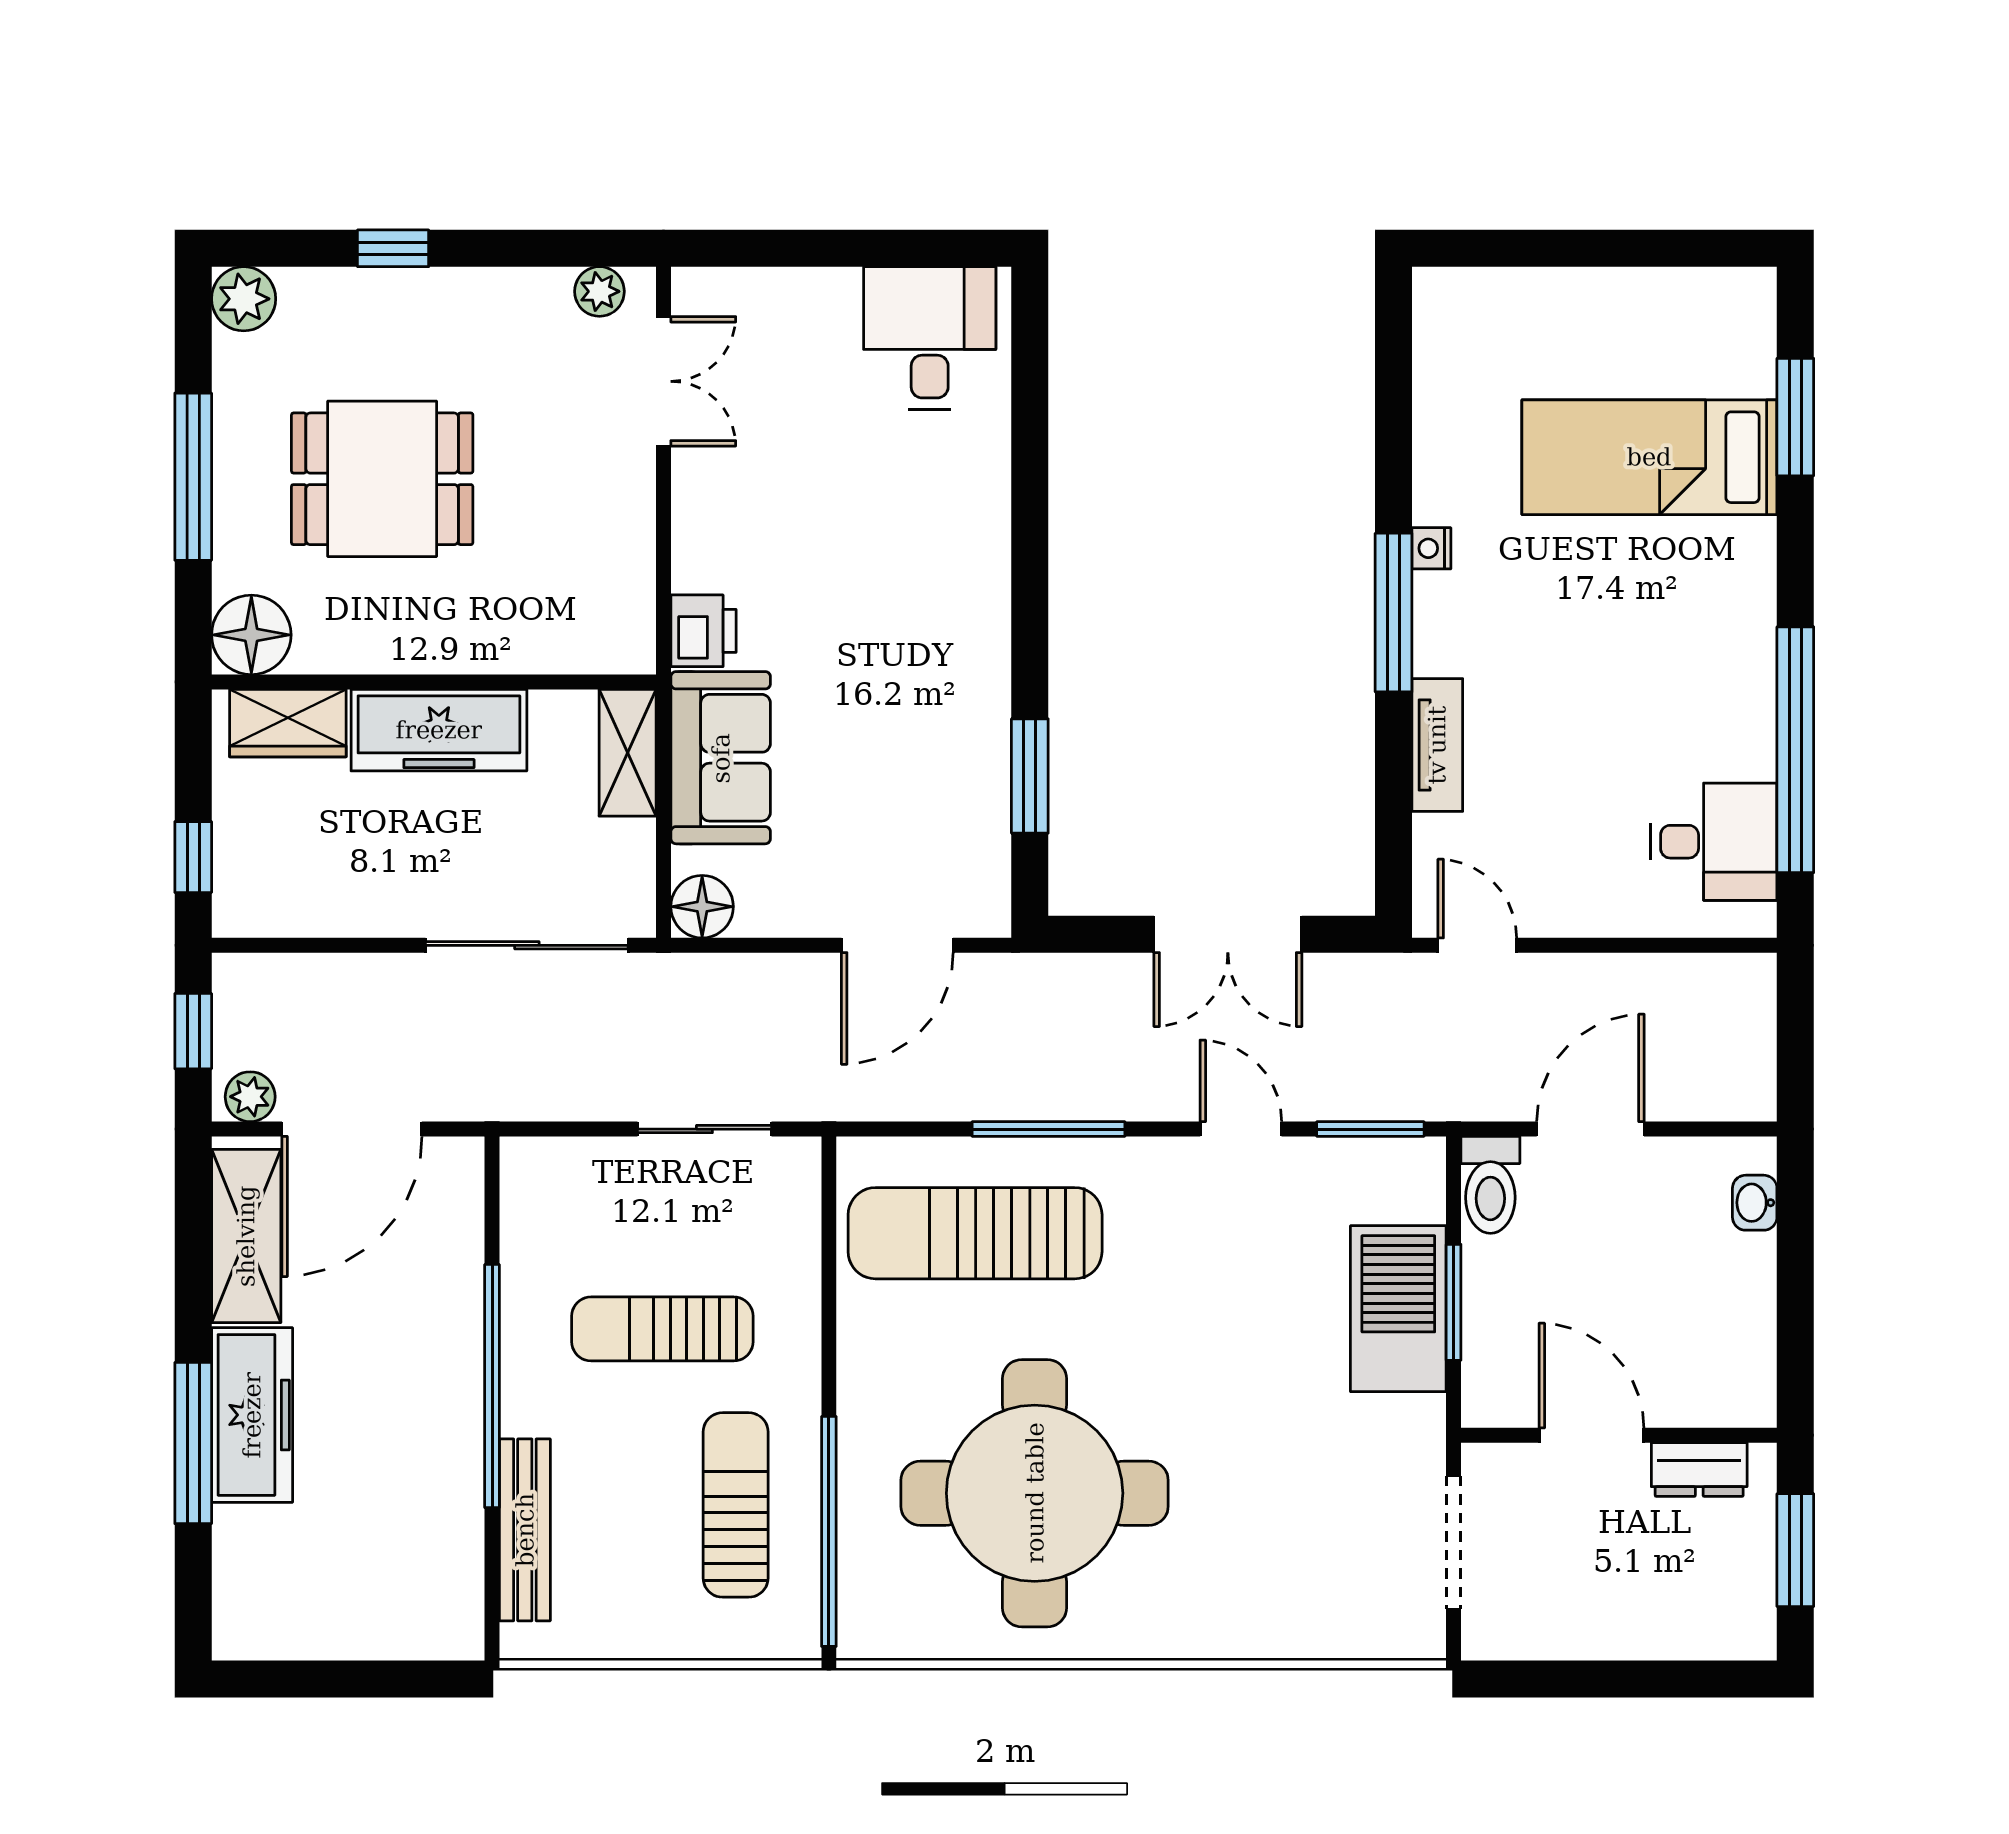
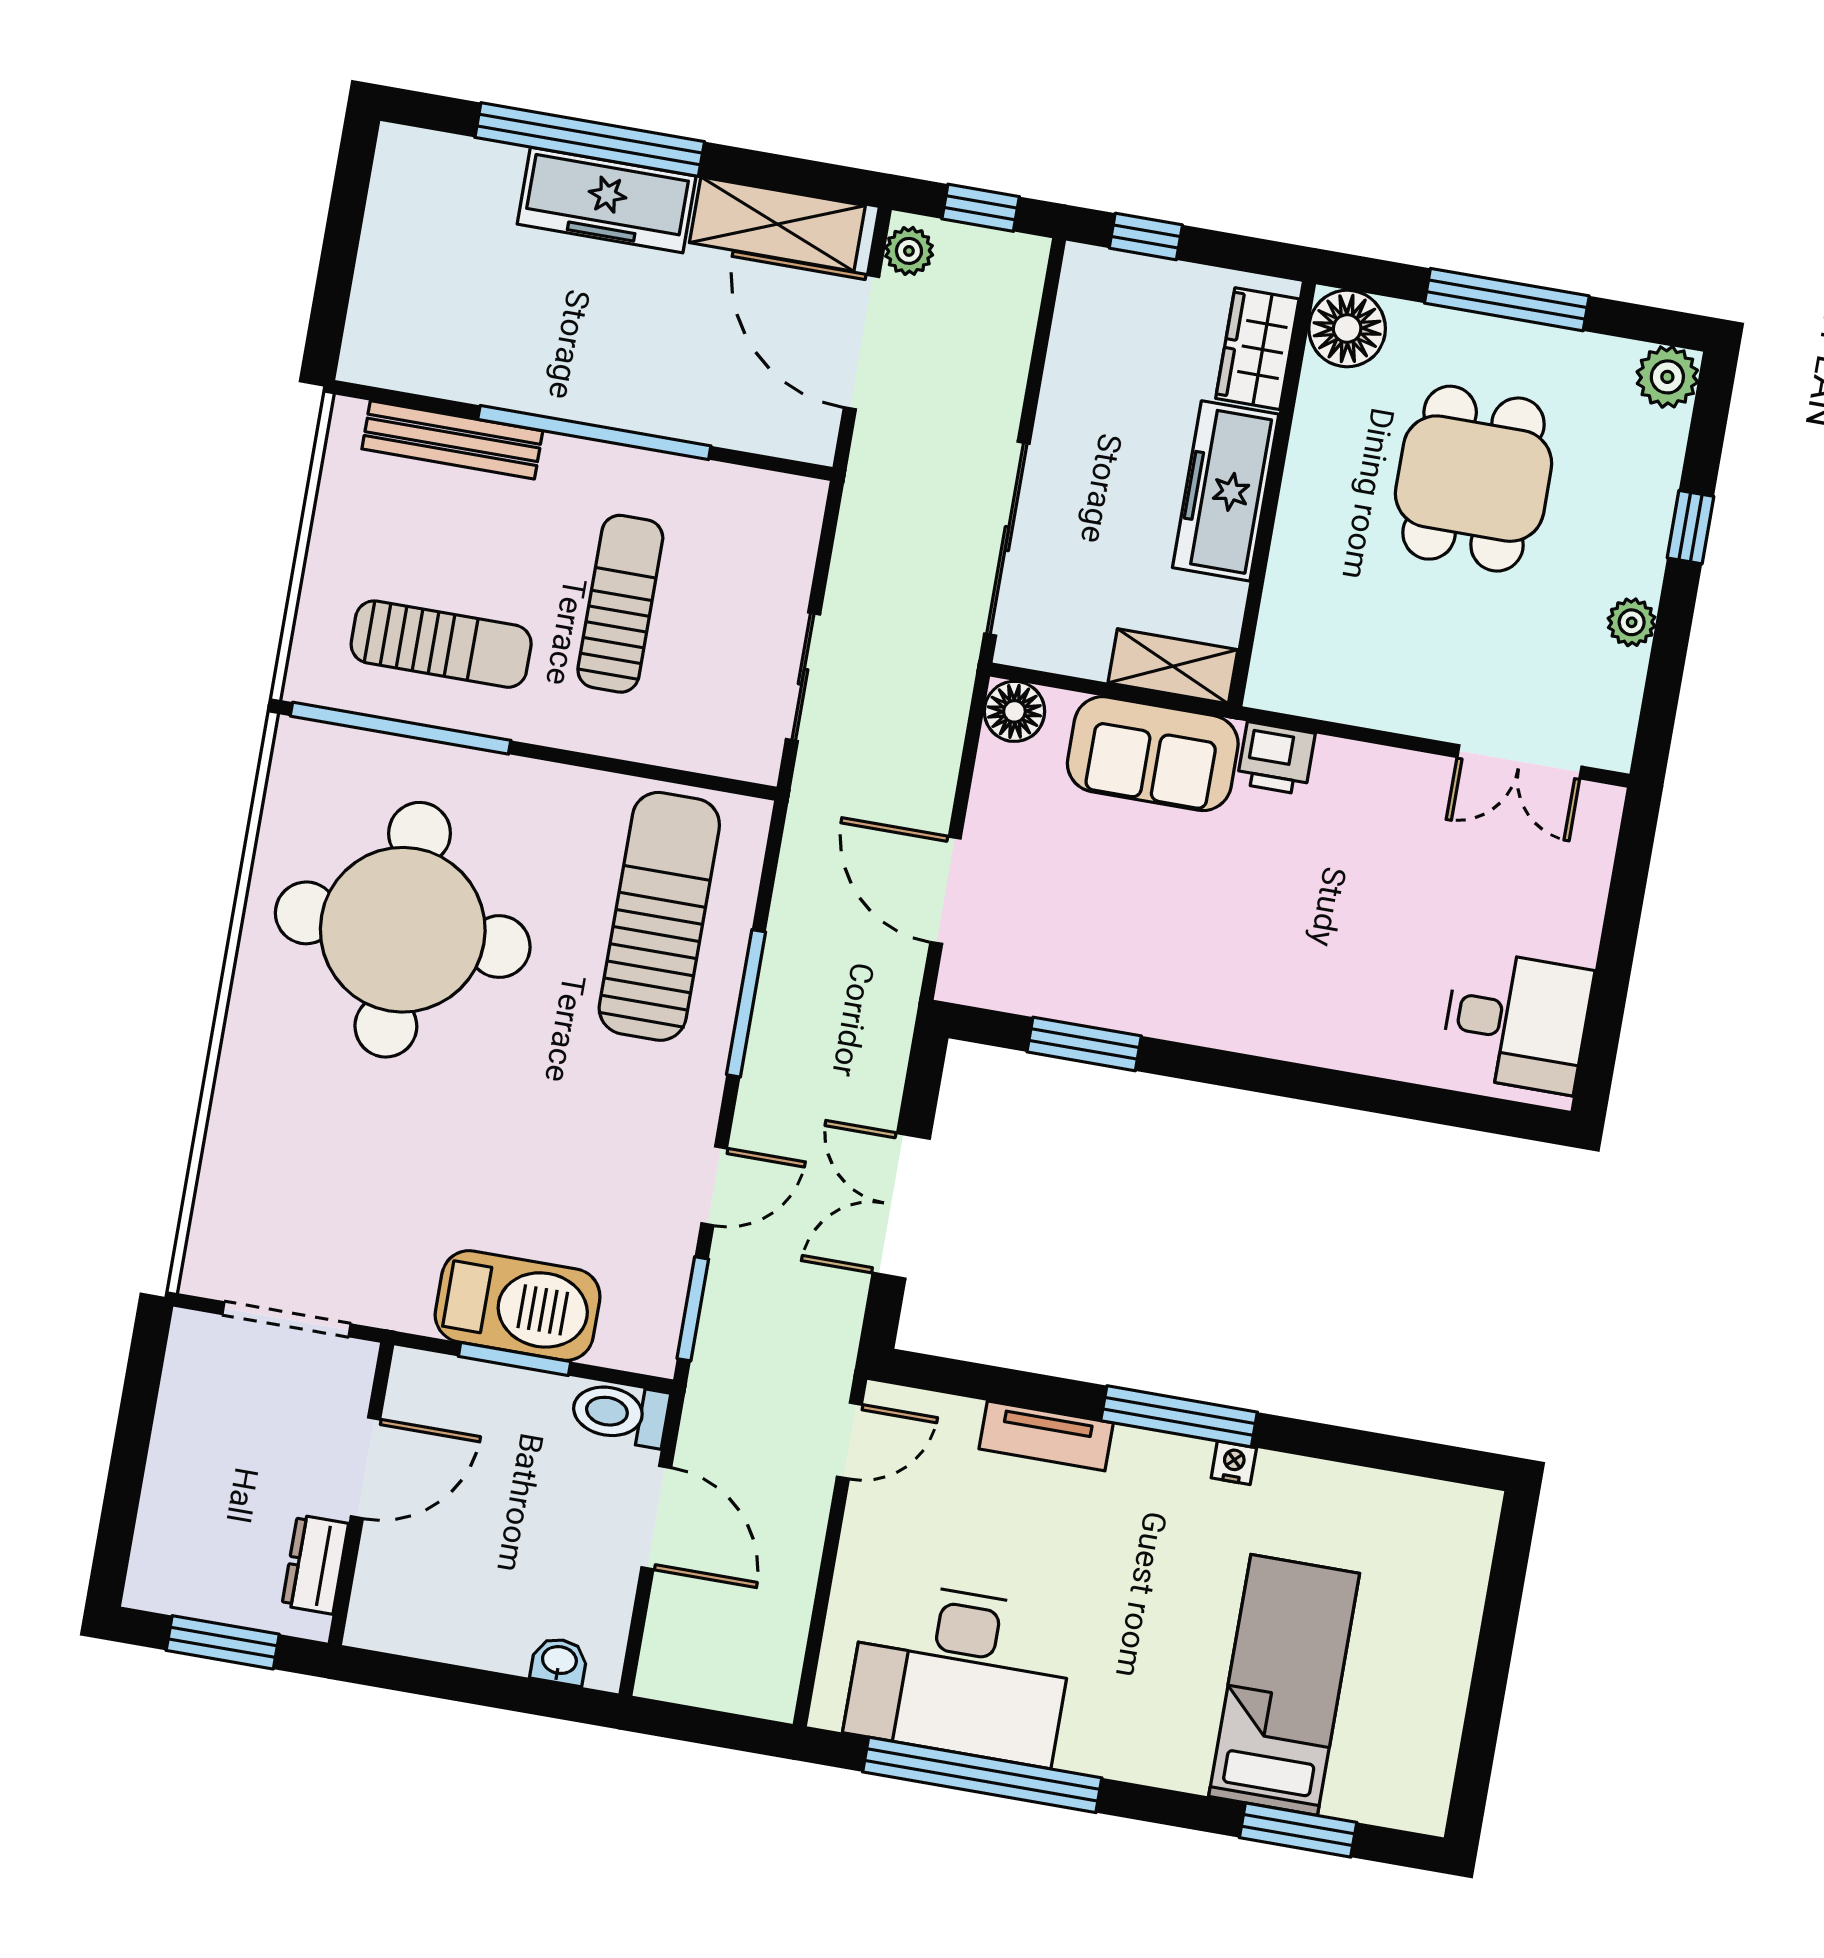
plant: (599, 291) -> (1632, 622), moved
desk: (1714, 842) -> (960, 1673), width x1.87, depth x1.30
window: (193, 1443) -> (590, 139), width x1.46

